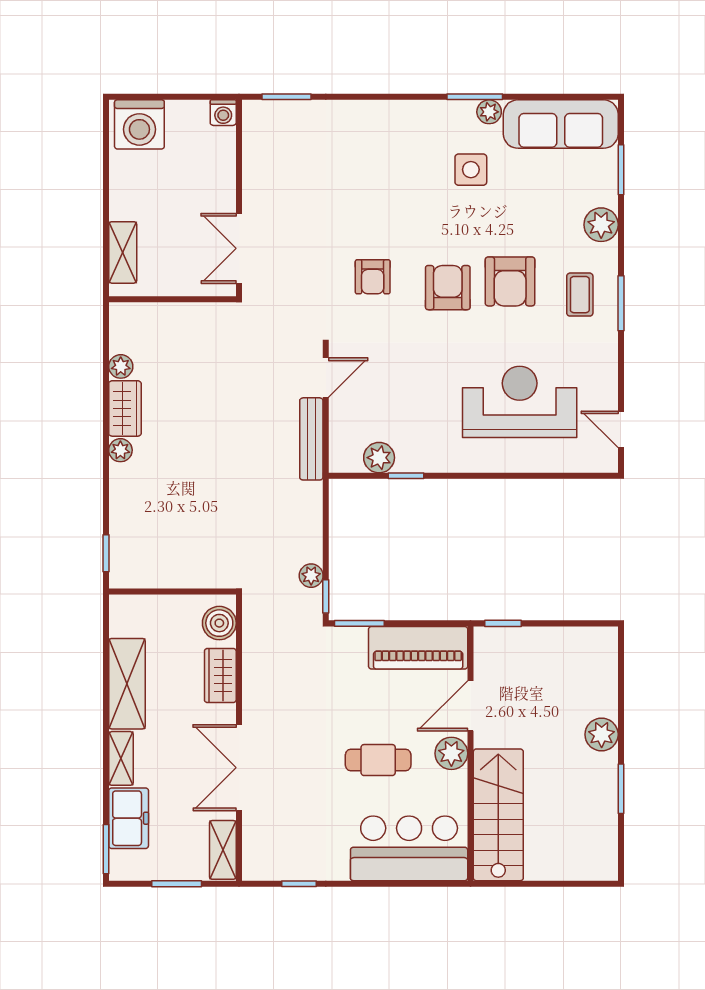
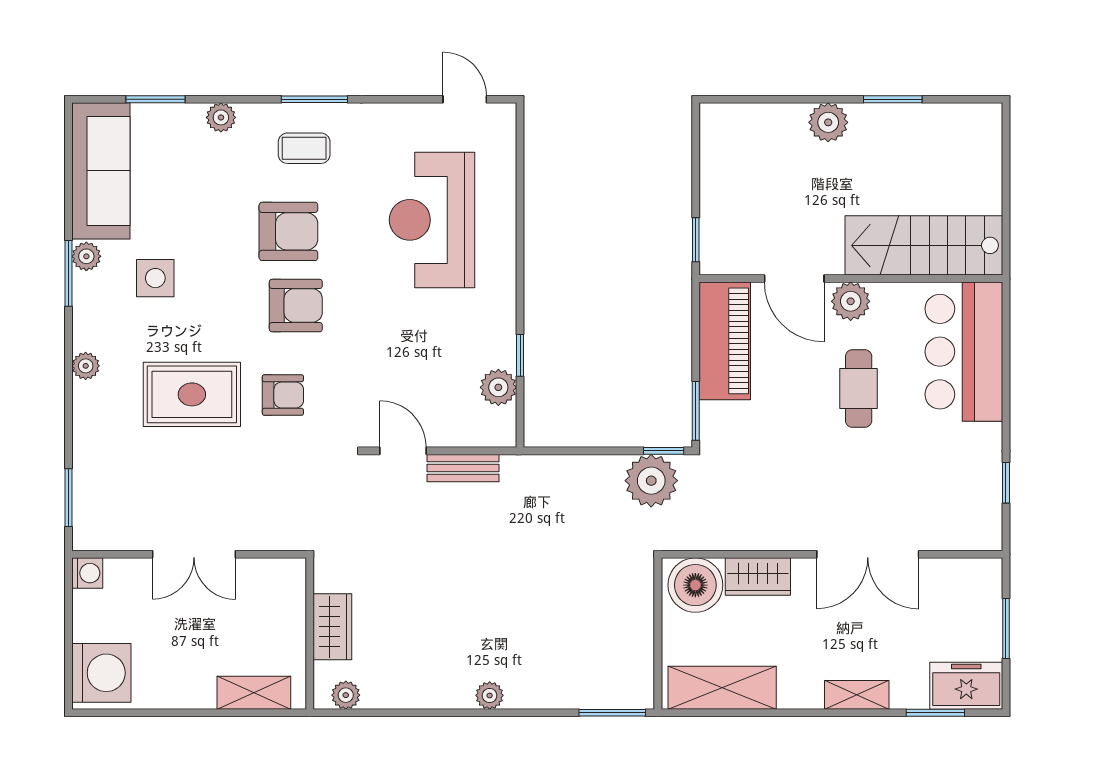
plant: (397, 111) -> (86, 366), added
rug: (373, 200) -> (192, 394), added
plant: (601, 225) -> (221, 117), width x0.73, depth x0.73
double door: (239, 248) -> (194, 554), moved
armchair: (448, 288) -> (296, 306), turned 180
plant: (121, 366) -> (346, 695), moved
wardrobe: (125, 408) -> (332, 627), moved, turned 90
door: (621, 429) -> (465, 99), swing flipped
bench: (311, 439) -> (463, 468), width x0.73
window: (106, 553) -> (612, 713), width x1.50
plant: (311, 576) -> (651, 481), width x1.88, depth x1.88
boiler: (219, 623) -> (695, 585), width x1.37, depth x1.37
shelving: (127, 684) -> (722, 688), moved
freezer: (129, 818) -> (966, 686), moved
window: (106, 849) -> (935, 713), moved
shelving: (223, 850) -> (966, 574), removed

